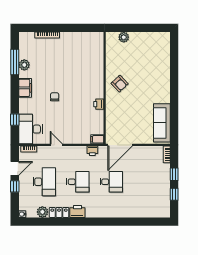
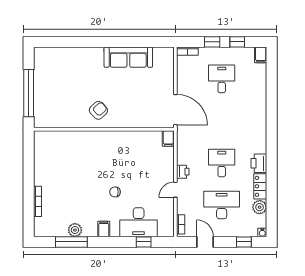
window: (133, 28) -> (29, 93), added
plant: (124, 37) -> (40, 105), removed
filing cabinet: (25, 88) -> (104, 229), width x0.50
printer: (99, 104) -> (124, 137), removed
sofa: (162, 123) -> (128, 57), moved
desk: (30, 129) -> (139, 222), moved
printer: (92, 151) -> (183, 172), moved
desk: (111, 182) -> (222, 79), moved
window: (15, 186) -> (244, 242), moved
filing cabinet: (164, 213) -> (261, 55), added

